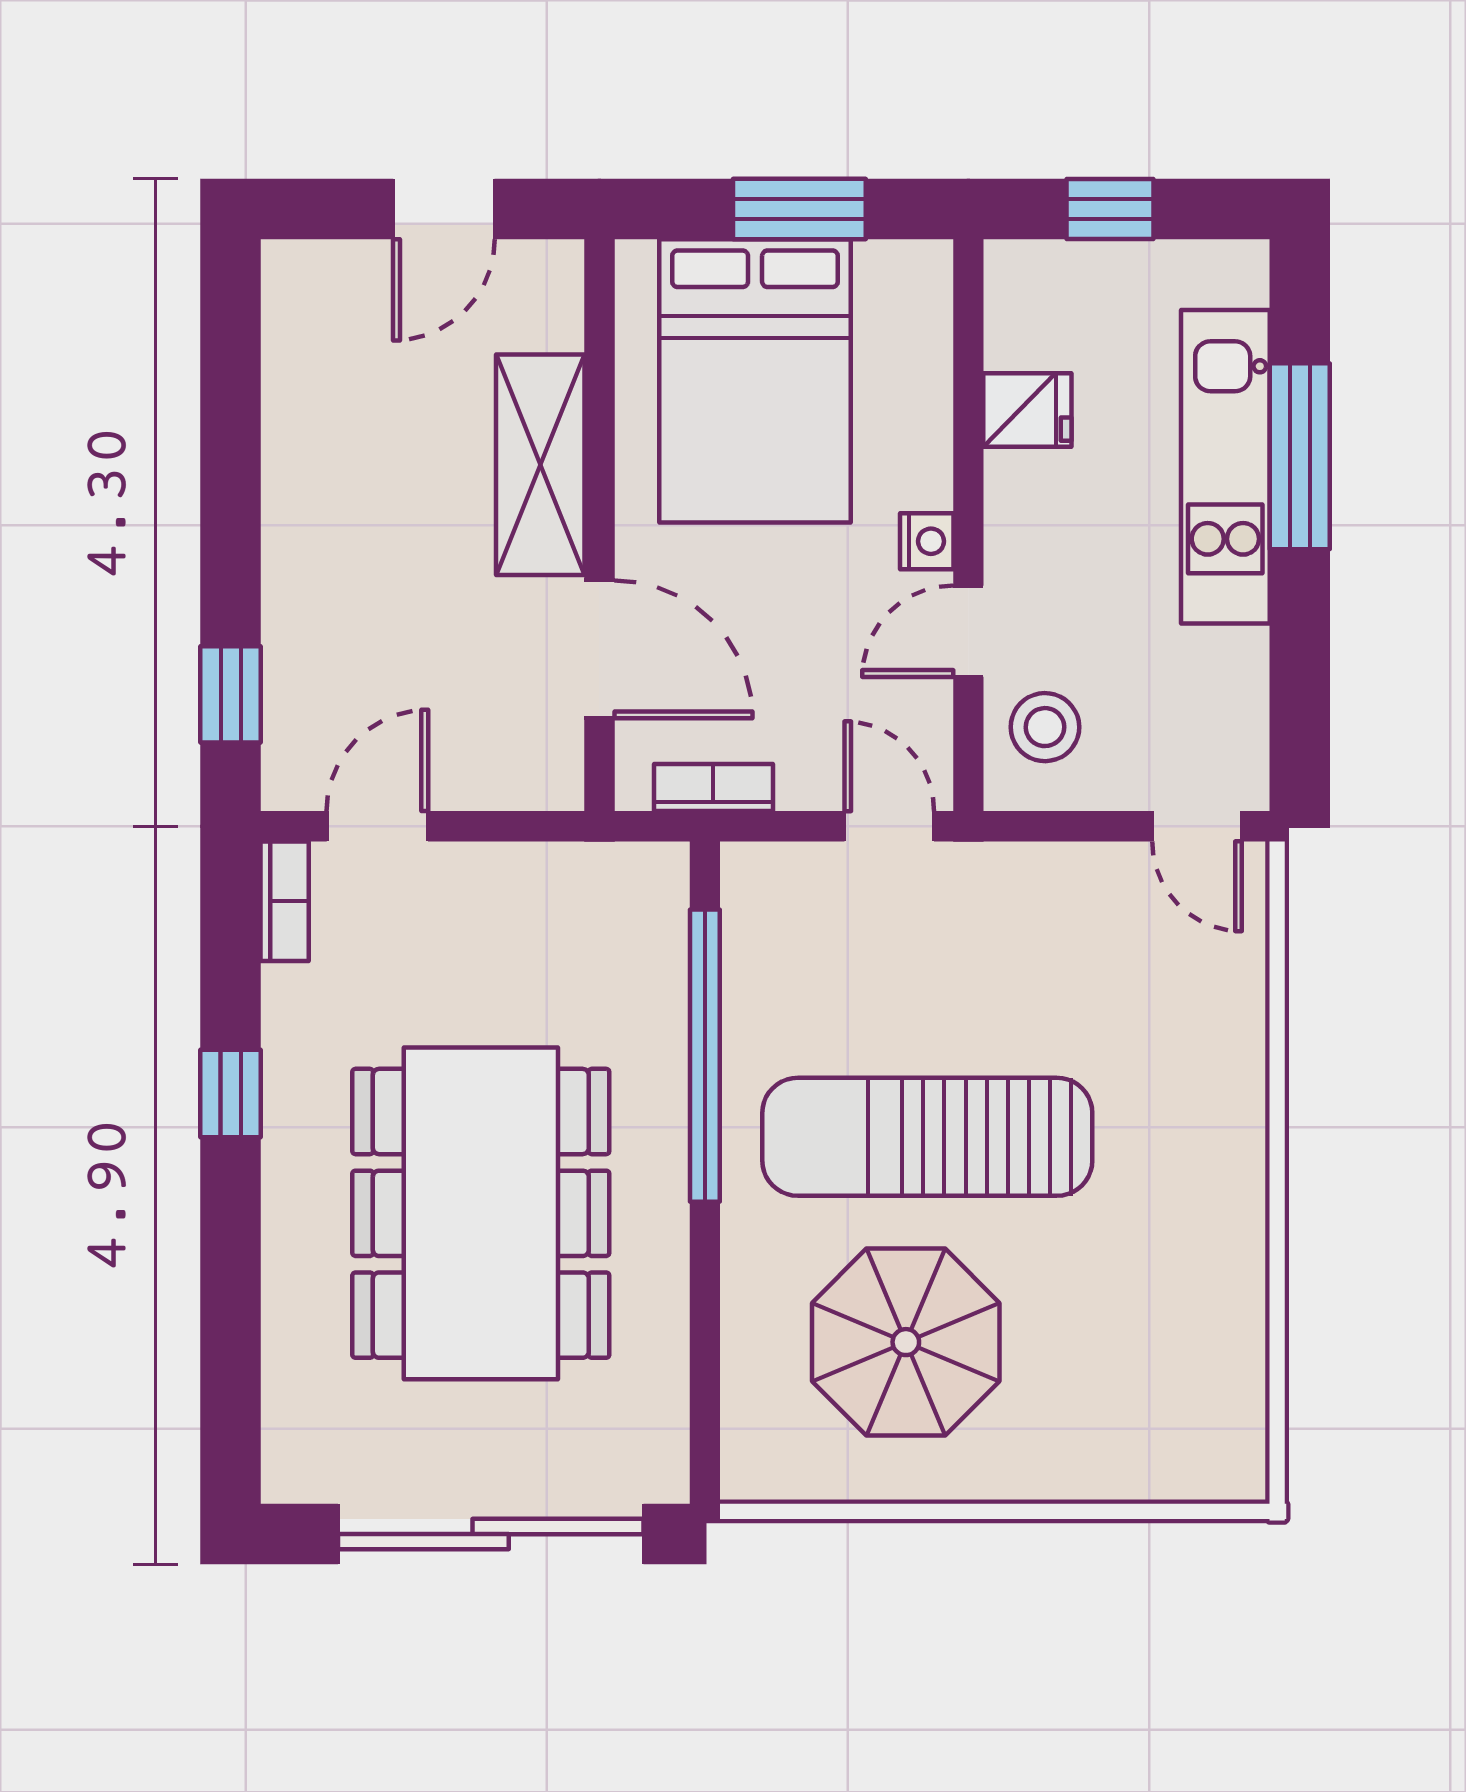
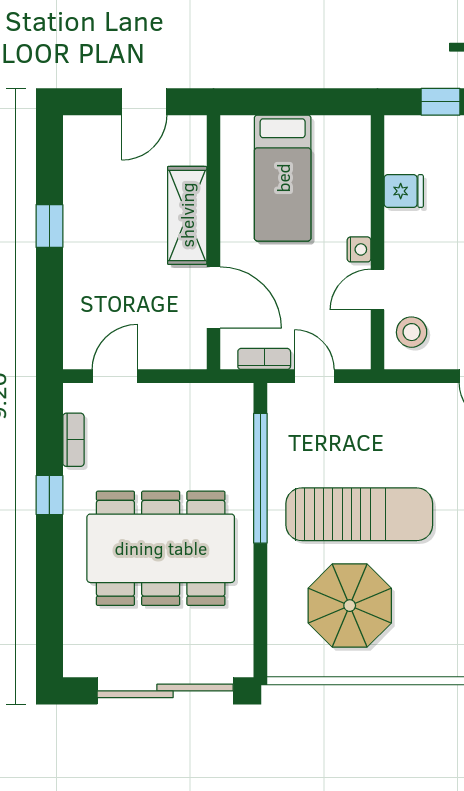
window: (799, 209) -> (302, 102), removed
bed: (755, 381) -> (283, 178), width x0.67
window: (231, 694) -> (49, 226), moved
door: (889, 826) -> (314, 376), moved
bookcase: (285, 901) -> (73, 440), moved
sun lounger: (927, 1137) -> (359, 514), turned 180
dining table: (481, 1213) -> (161, 548), turned 90

